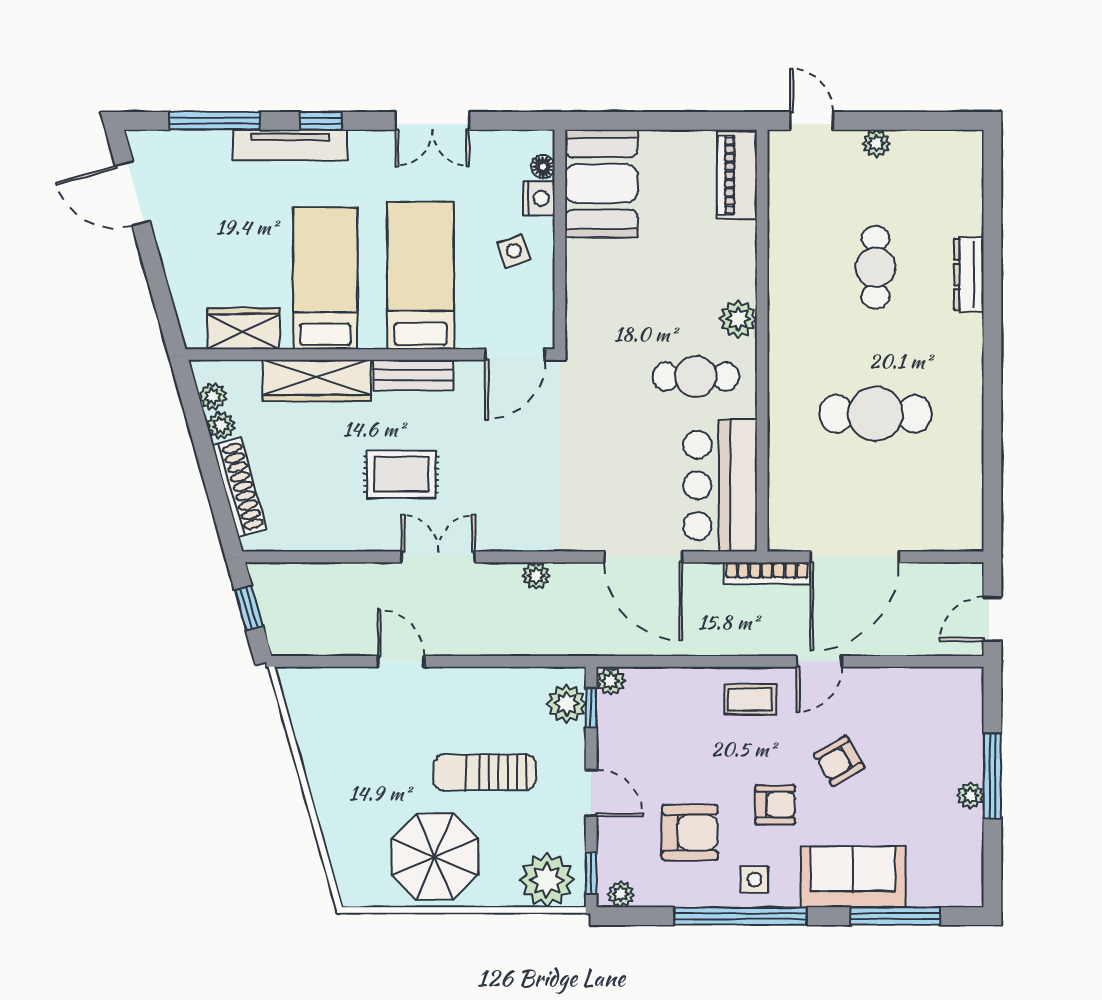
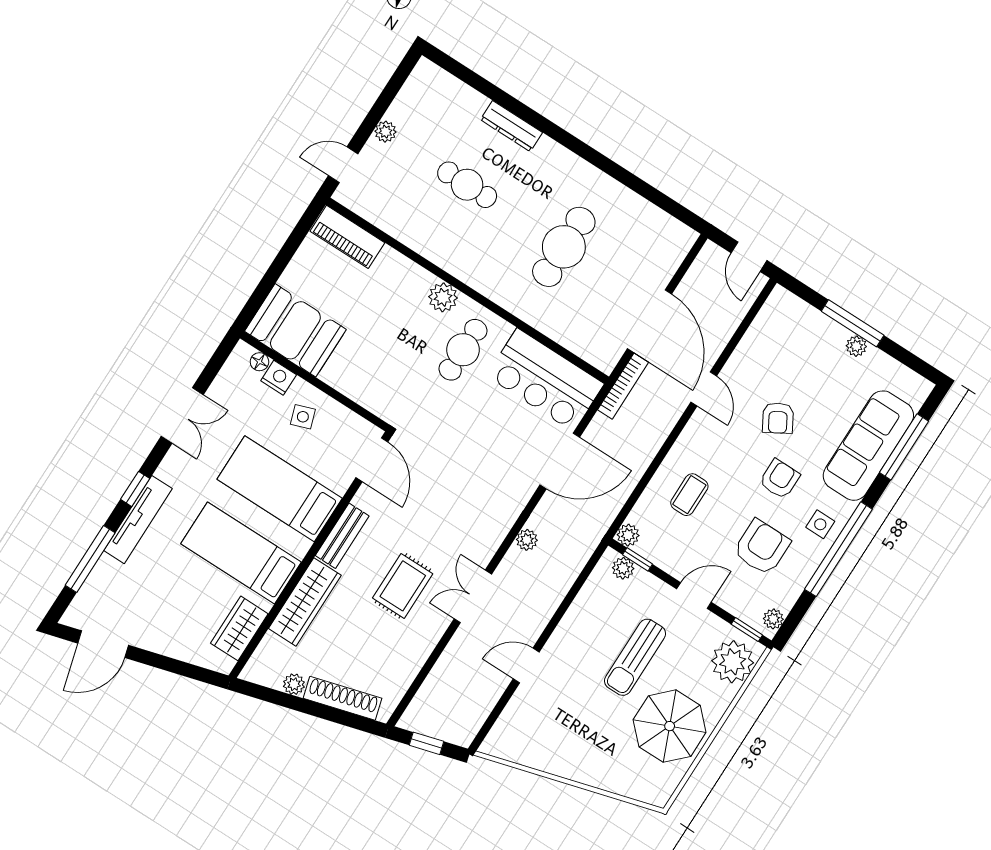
plant: (213, 396) -> (271, 677), removed
coffee table: (750, 699) -> (689, 495), moved
plant: (567, 704) -> (623, 568), width x0.73, depth x0.73
sofa: (853, 877) -> (868, 446), width x1.36

